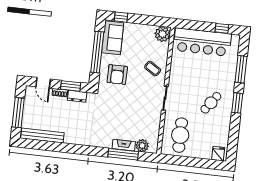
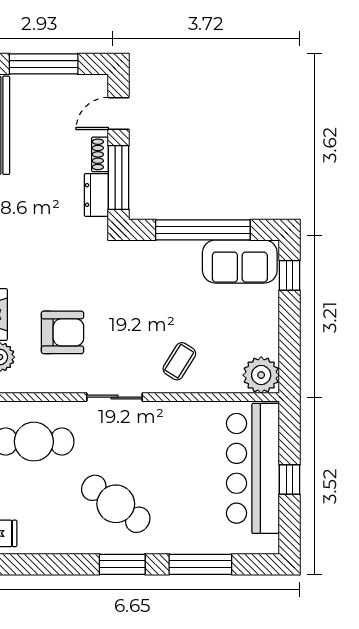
window: (222, 28) -> (289, 480), moved
armchair: (117, 75) -> (62, 332), moved, turned 180
window: (71, 86) -> (118, 178), width x1.44
cafe table: (211, 103) -> (116, 504), width x1.37, depth x1.35

